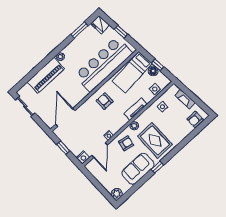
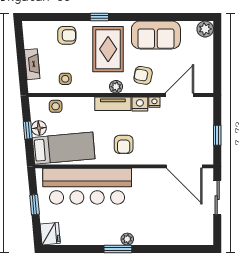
window: (79, 30) -> (118, 249), moved
piano: (46, 75) -> (162, 233), removed
sliding door: (25, 106) -> (217, 198), moved
tv unit: (136, 109) -> (113, 104), moved
door: (65, 118) -> (184, 166), hinge flipped
armchair: (195, 119) -> (67, 35), moved
nightstand: (83, 157) -> (140, 104), moved
window: (157, 167) -> (99, 17), moved

